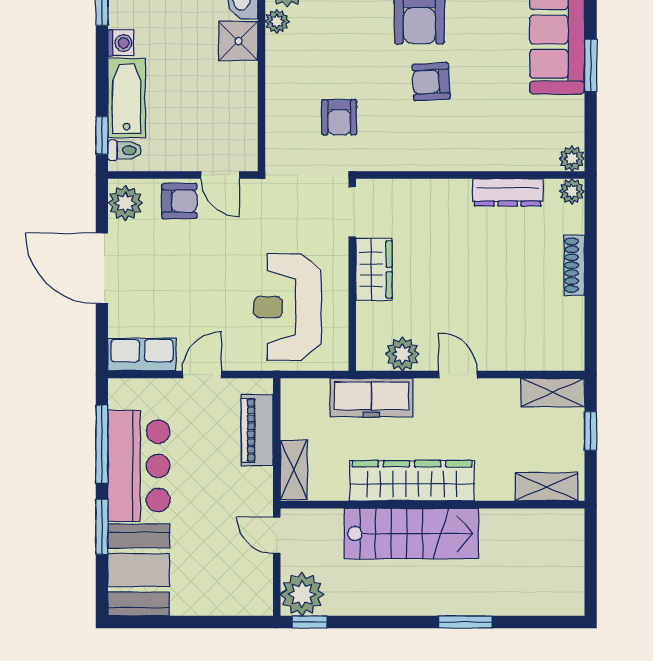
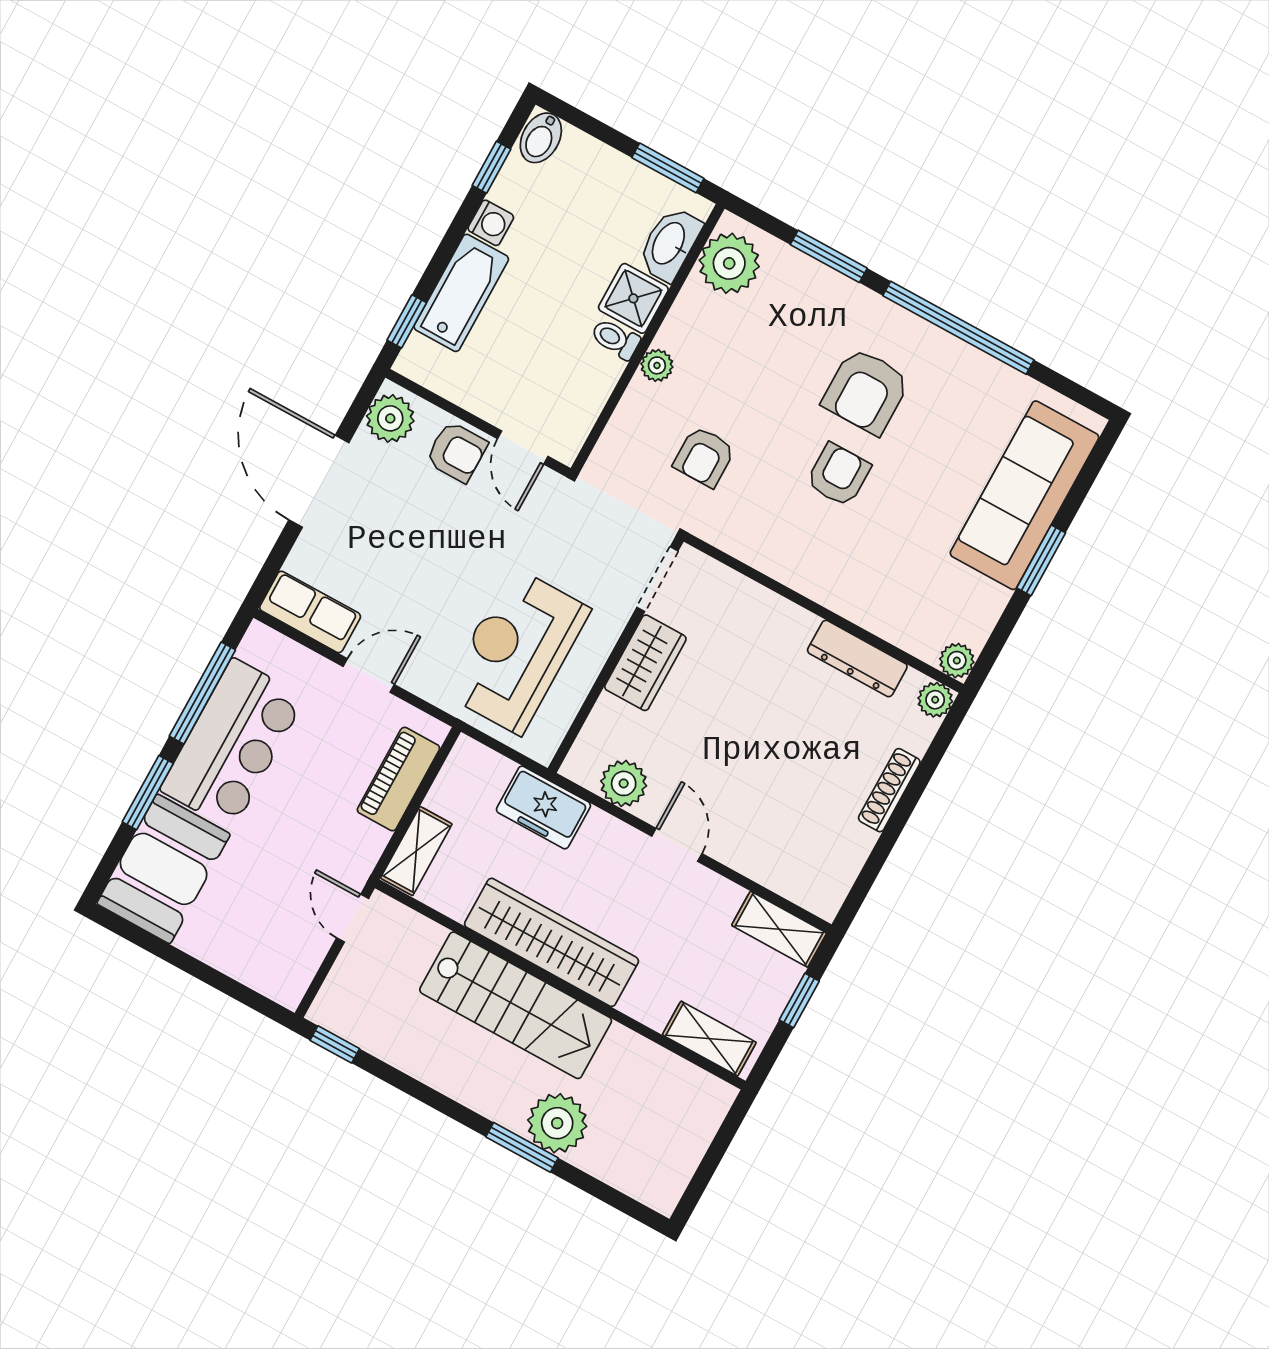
plant: (277, 21) -> (657, 365), moved
armchair: (431, 82) -> (838, 475), turned 93
toilet: (125, 150) -> (615, 339), moved, turned 180
freezer: (372, 398) -> (543, 807), width x0.71
plant: (302, 594) -> (557, 1123), moved

